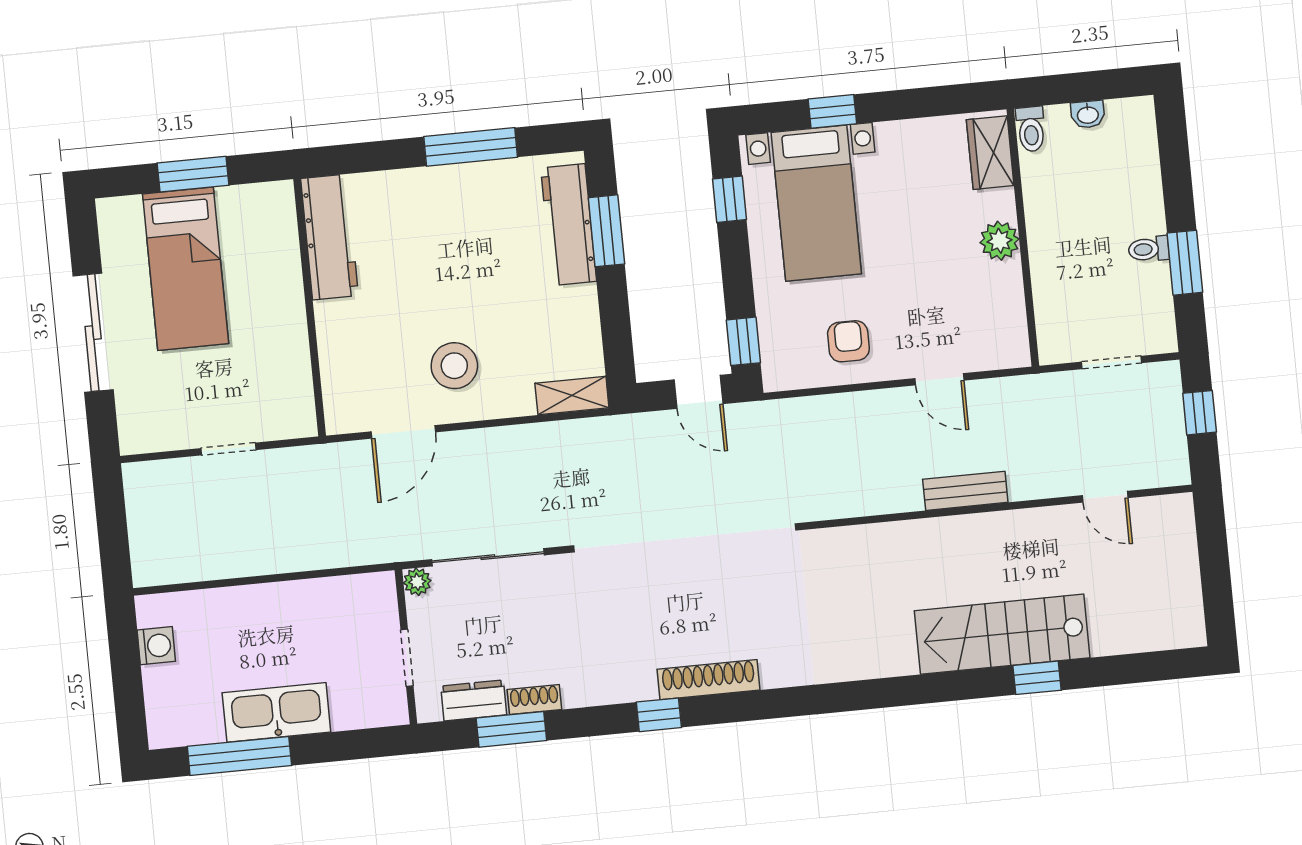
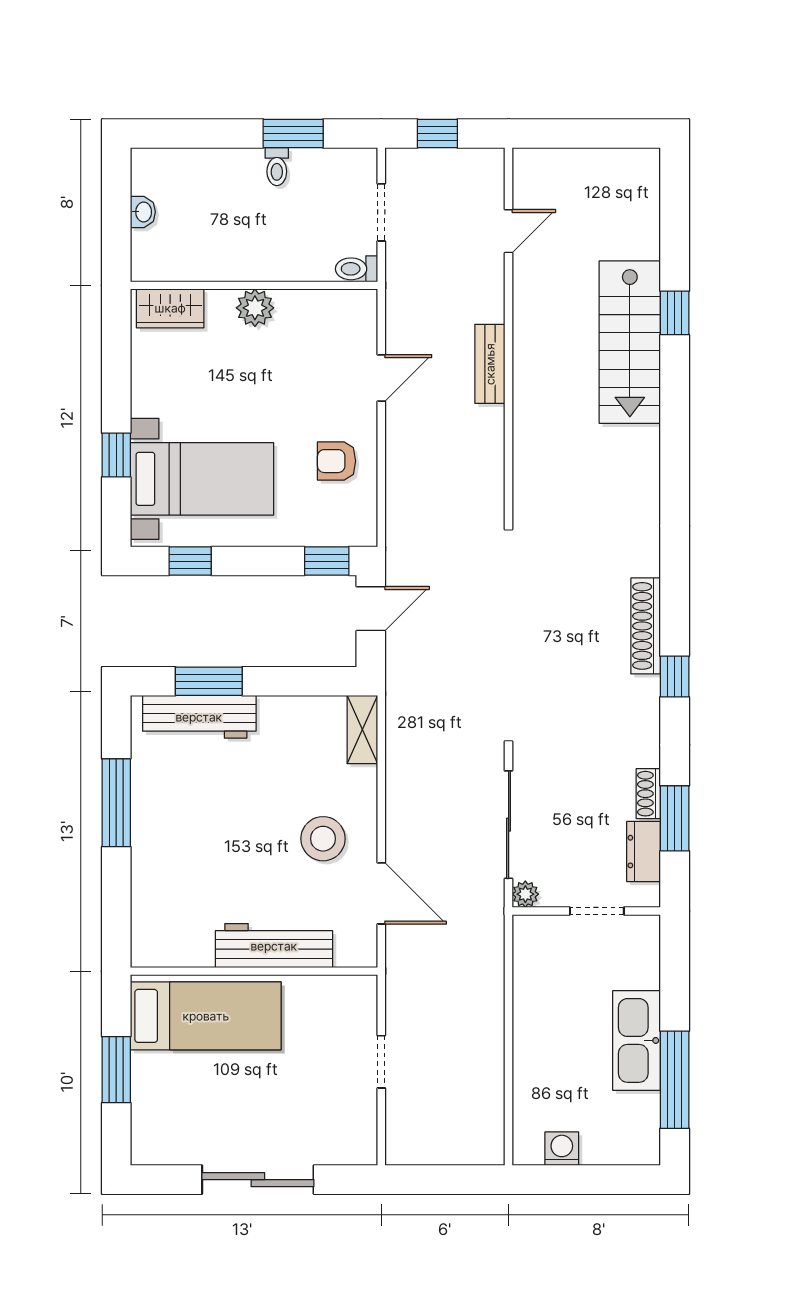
toilet: (1031, 129) -> (357, 269), moved, turned 180
workbench: (329, 237) -> (274, 946), moved
bed: (186, 269) -> (206, 1016), moved

